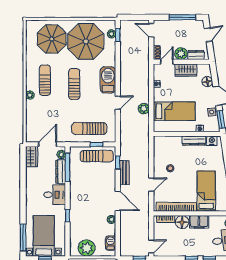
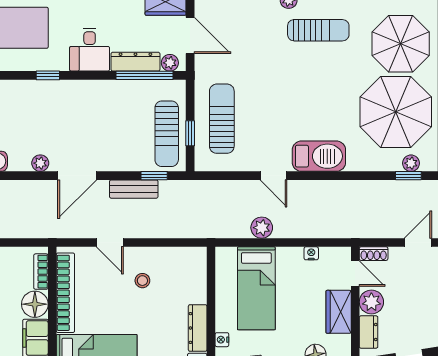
sun lounger: (74, 84) -> (311, 89), removed

